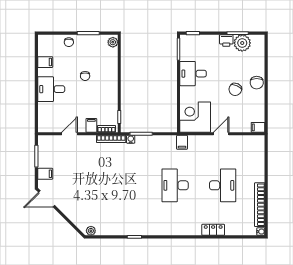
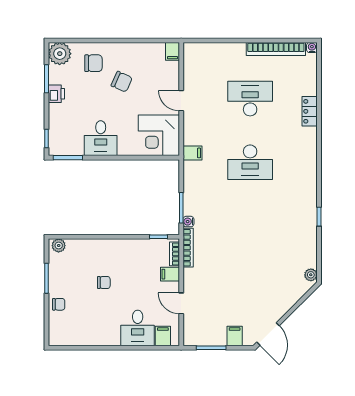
plant: (242, 43) -> (60, 54), moved
filing cabinet: (45, 62) -> (163, 336), moved
chair: (257, 83) -> (93, 63), moved
desk: (51, 89) -> (138, 328), moved

